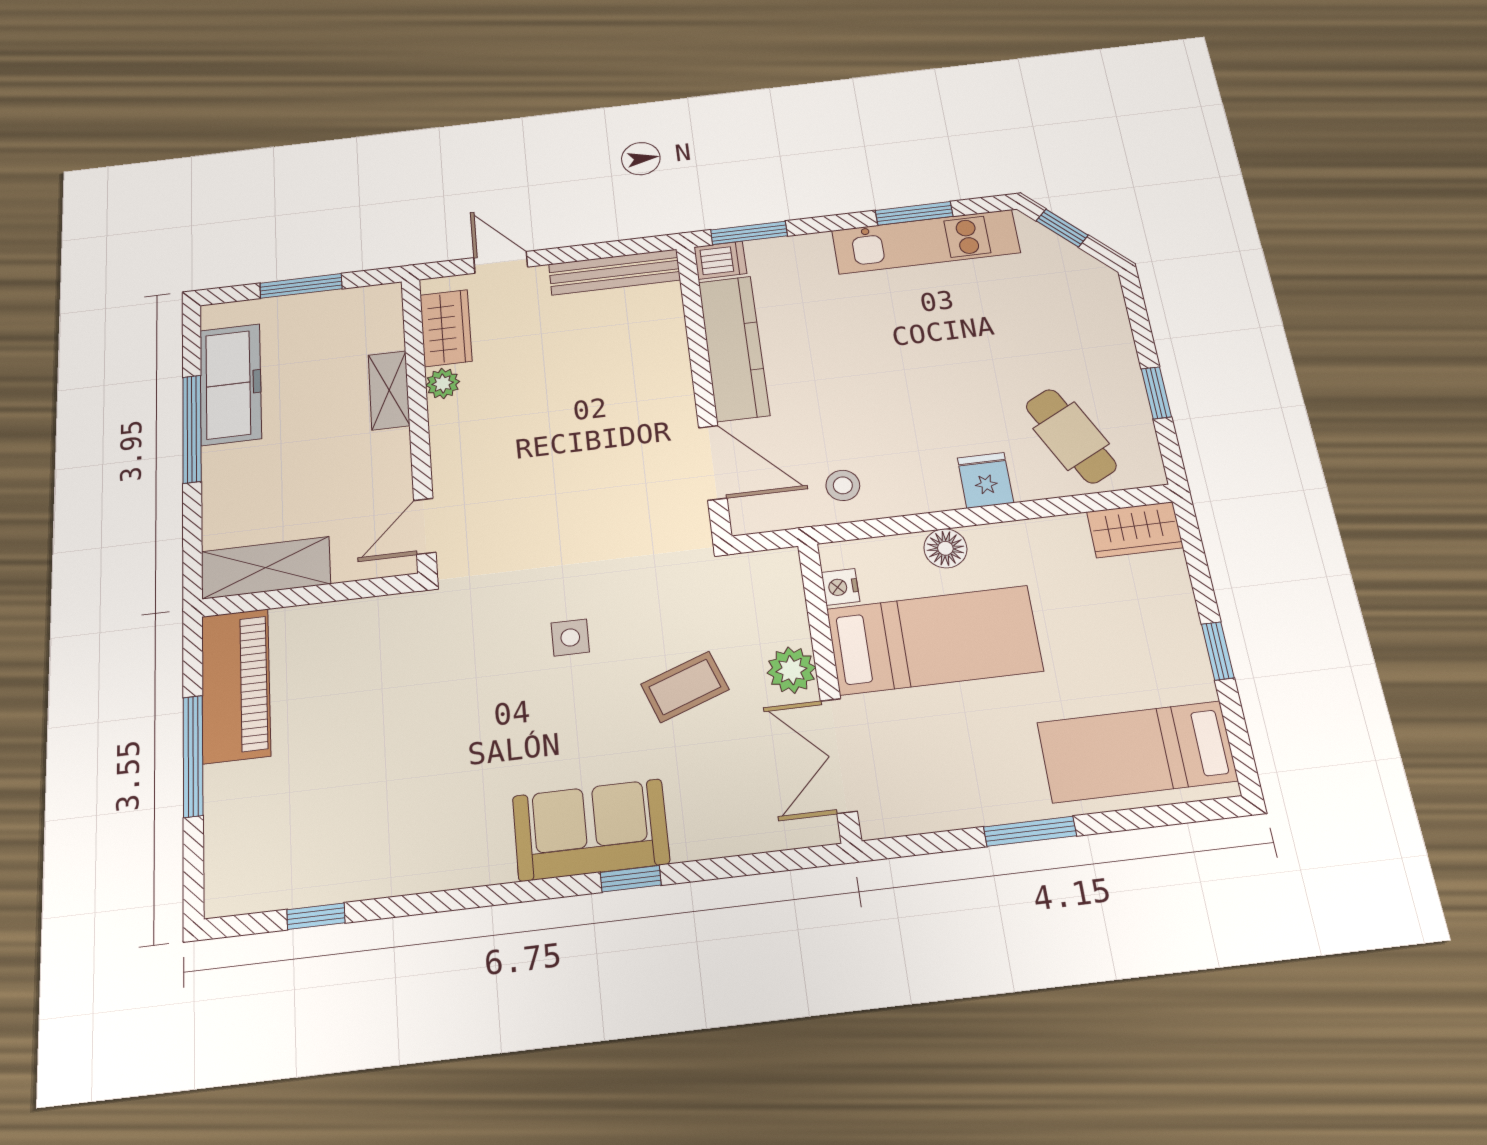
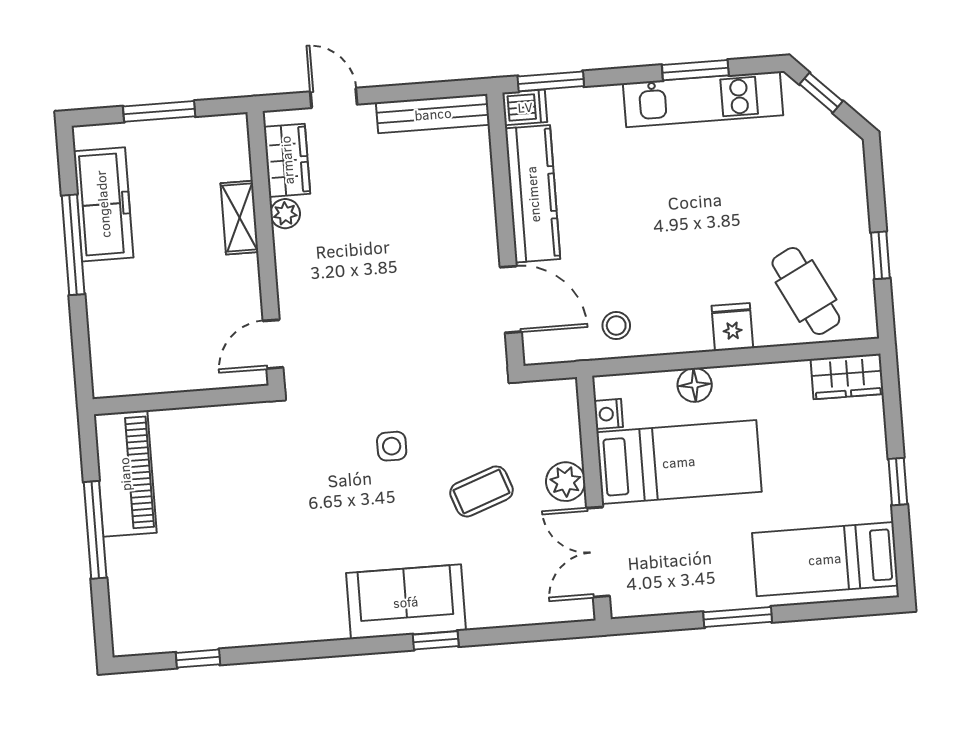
shelving: (266, 568) -> (143, 374), removed

